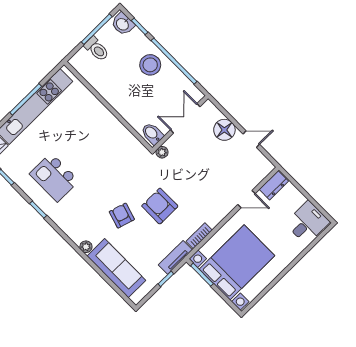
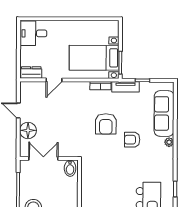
double door: (185, 118) -> (43, 158), swing flipped
plant: (162, 152) -> (75, 153), removed
door: (246, 199) -> (54, 80), swing flipped
armchair: (122, 216) -> (132, 140), turned 73
bed with nightstands: (237, 262) -> (94, 58), width x0.73

